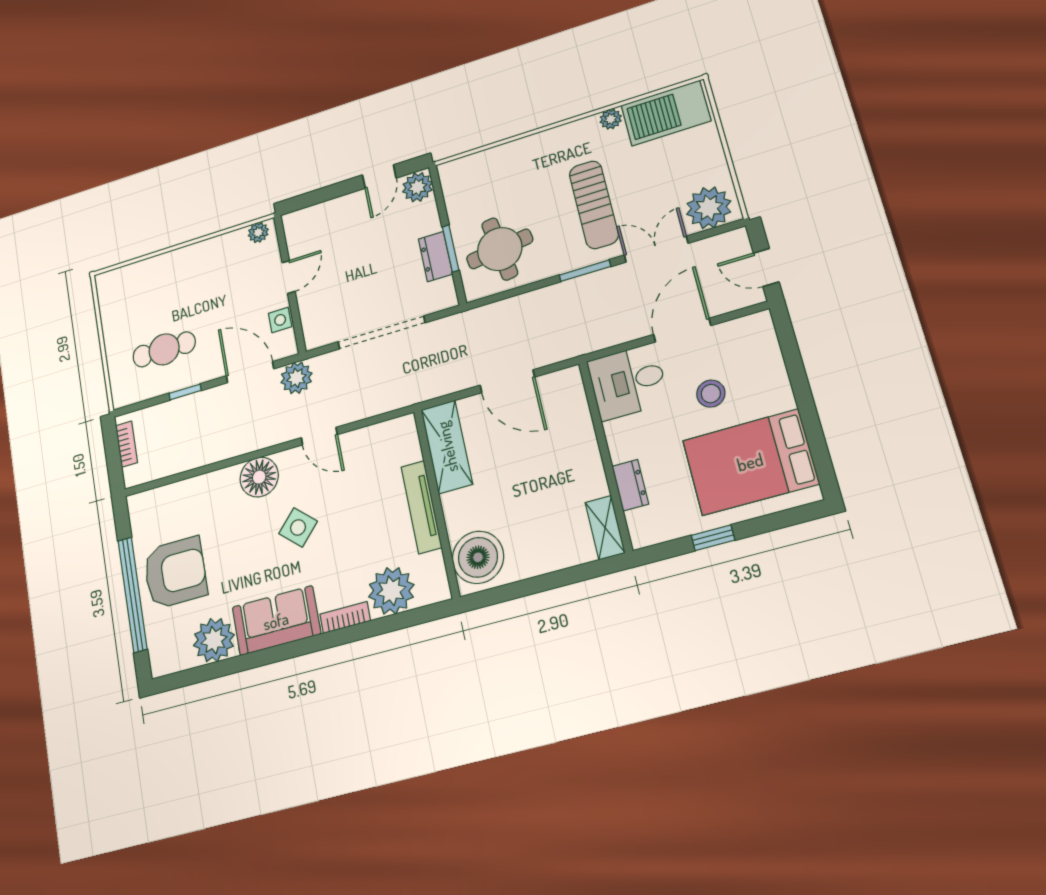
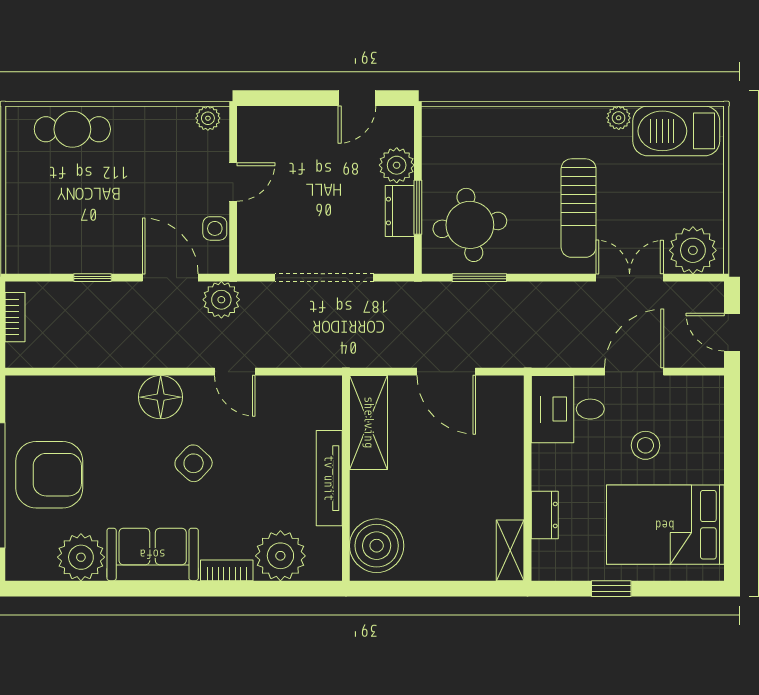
plant: (418, 187) -> (397, 165), moved
window: (585, 271) -> (479, 278), moved
cafe table: (164, 349) -> (72, 129), moved

